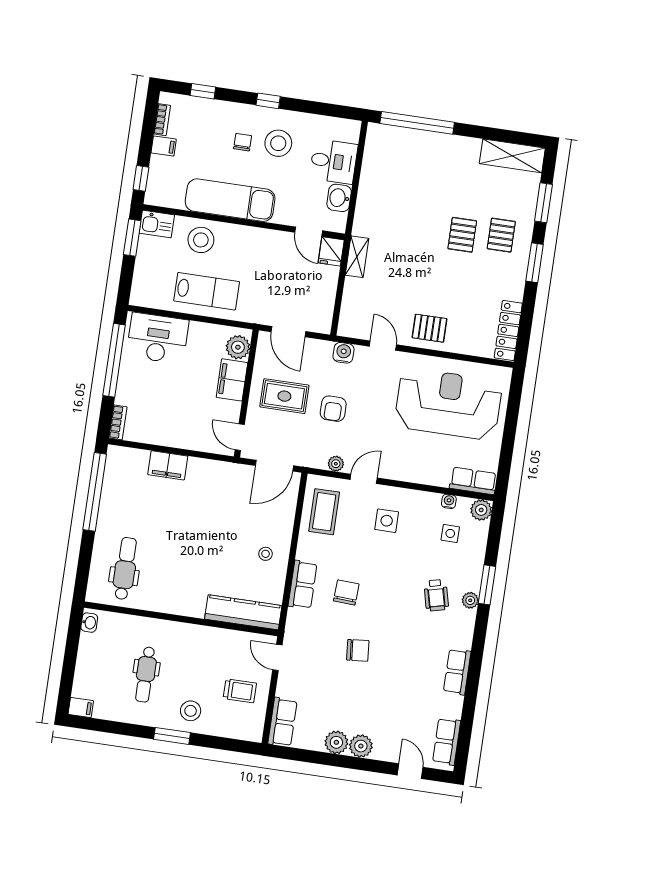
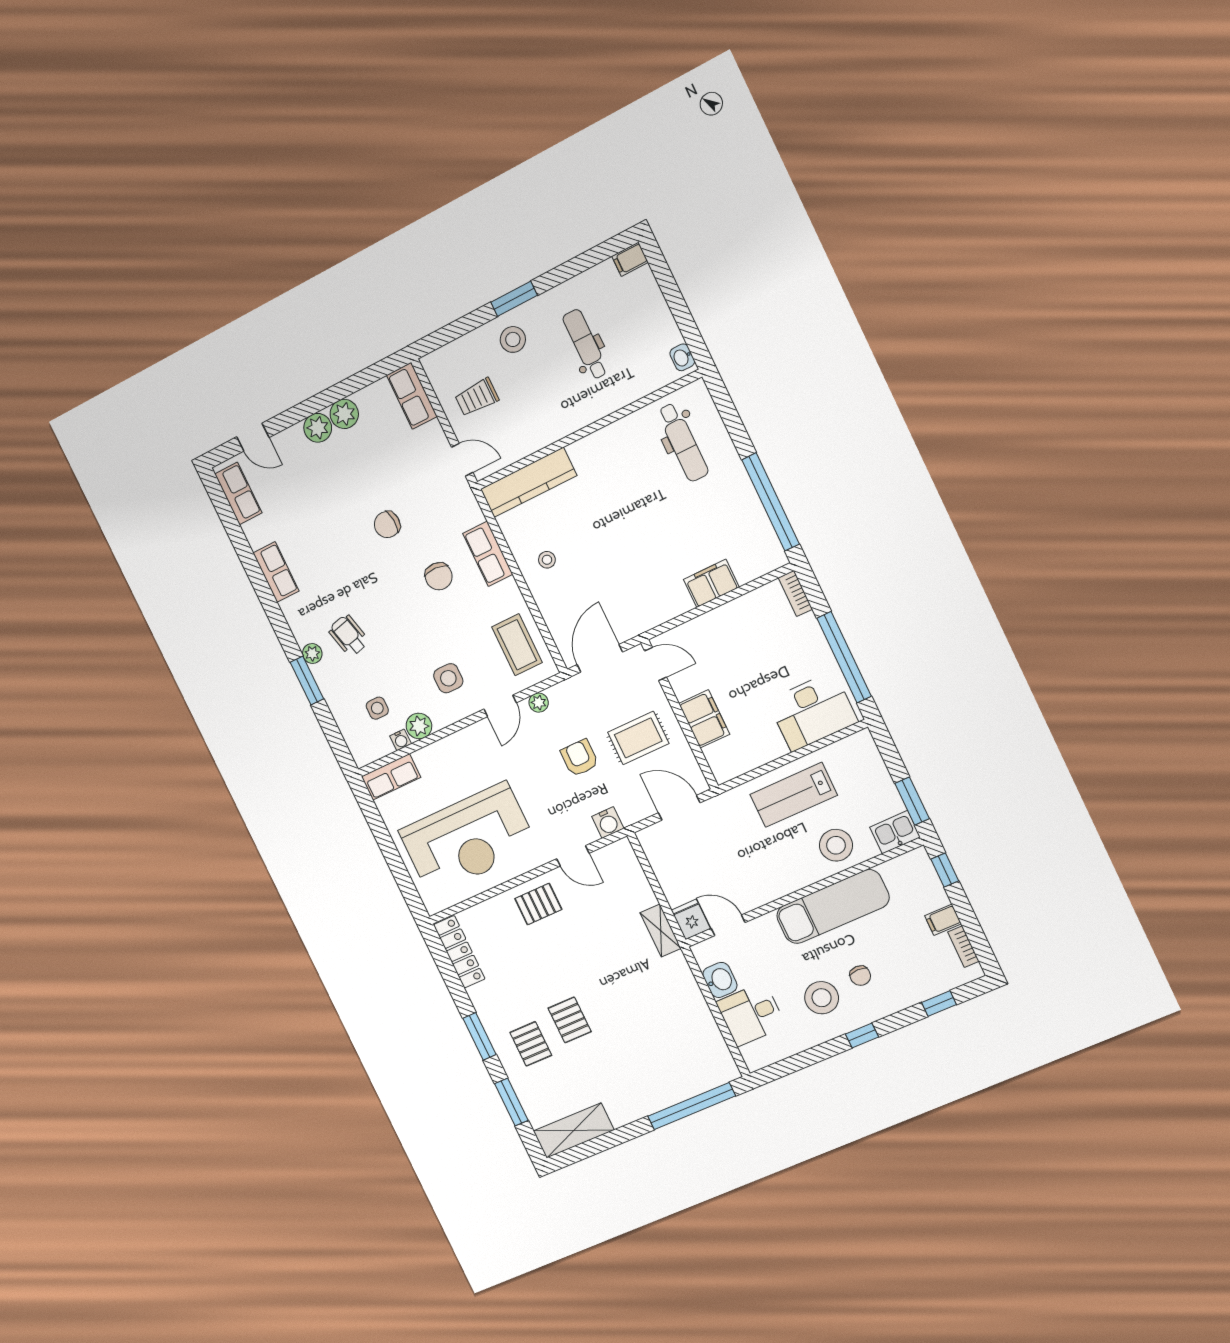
plant: (238, 347) -> (721, 757), removed
plant: (481, 510) -> (419, 726), moved

